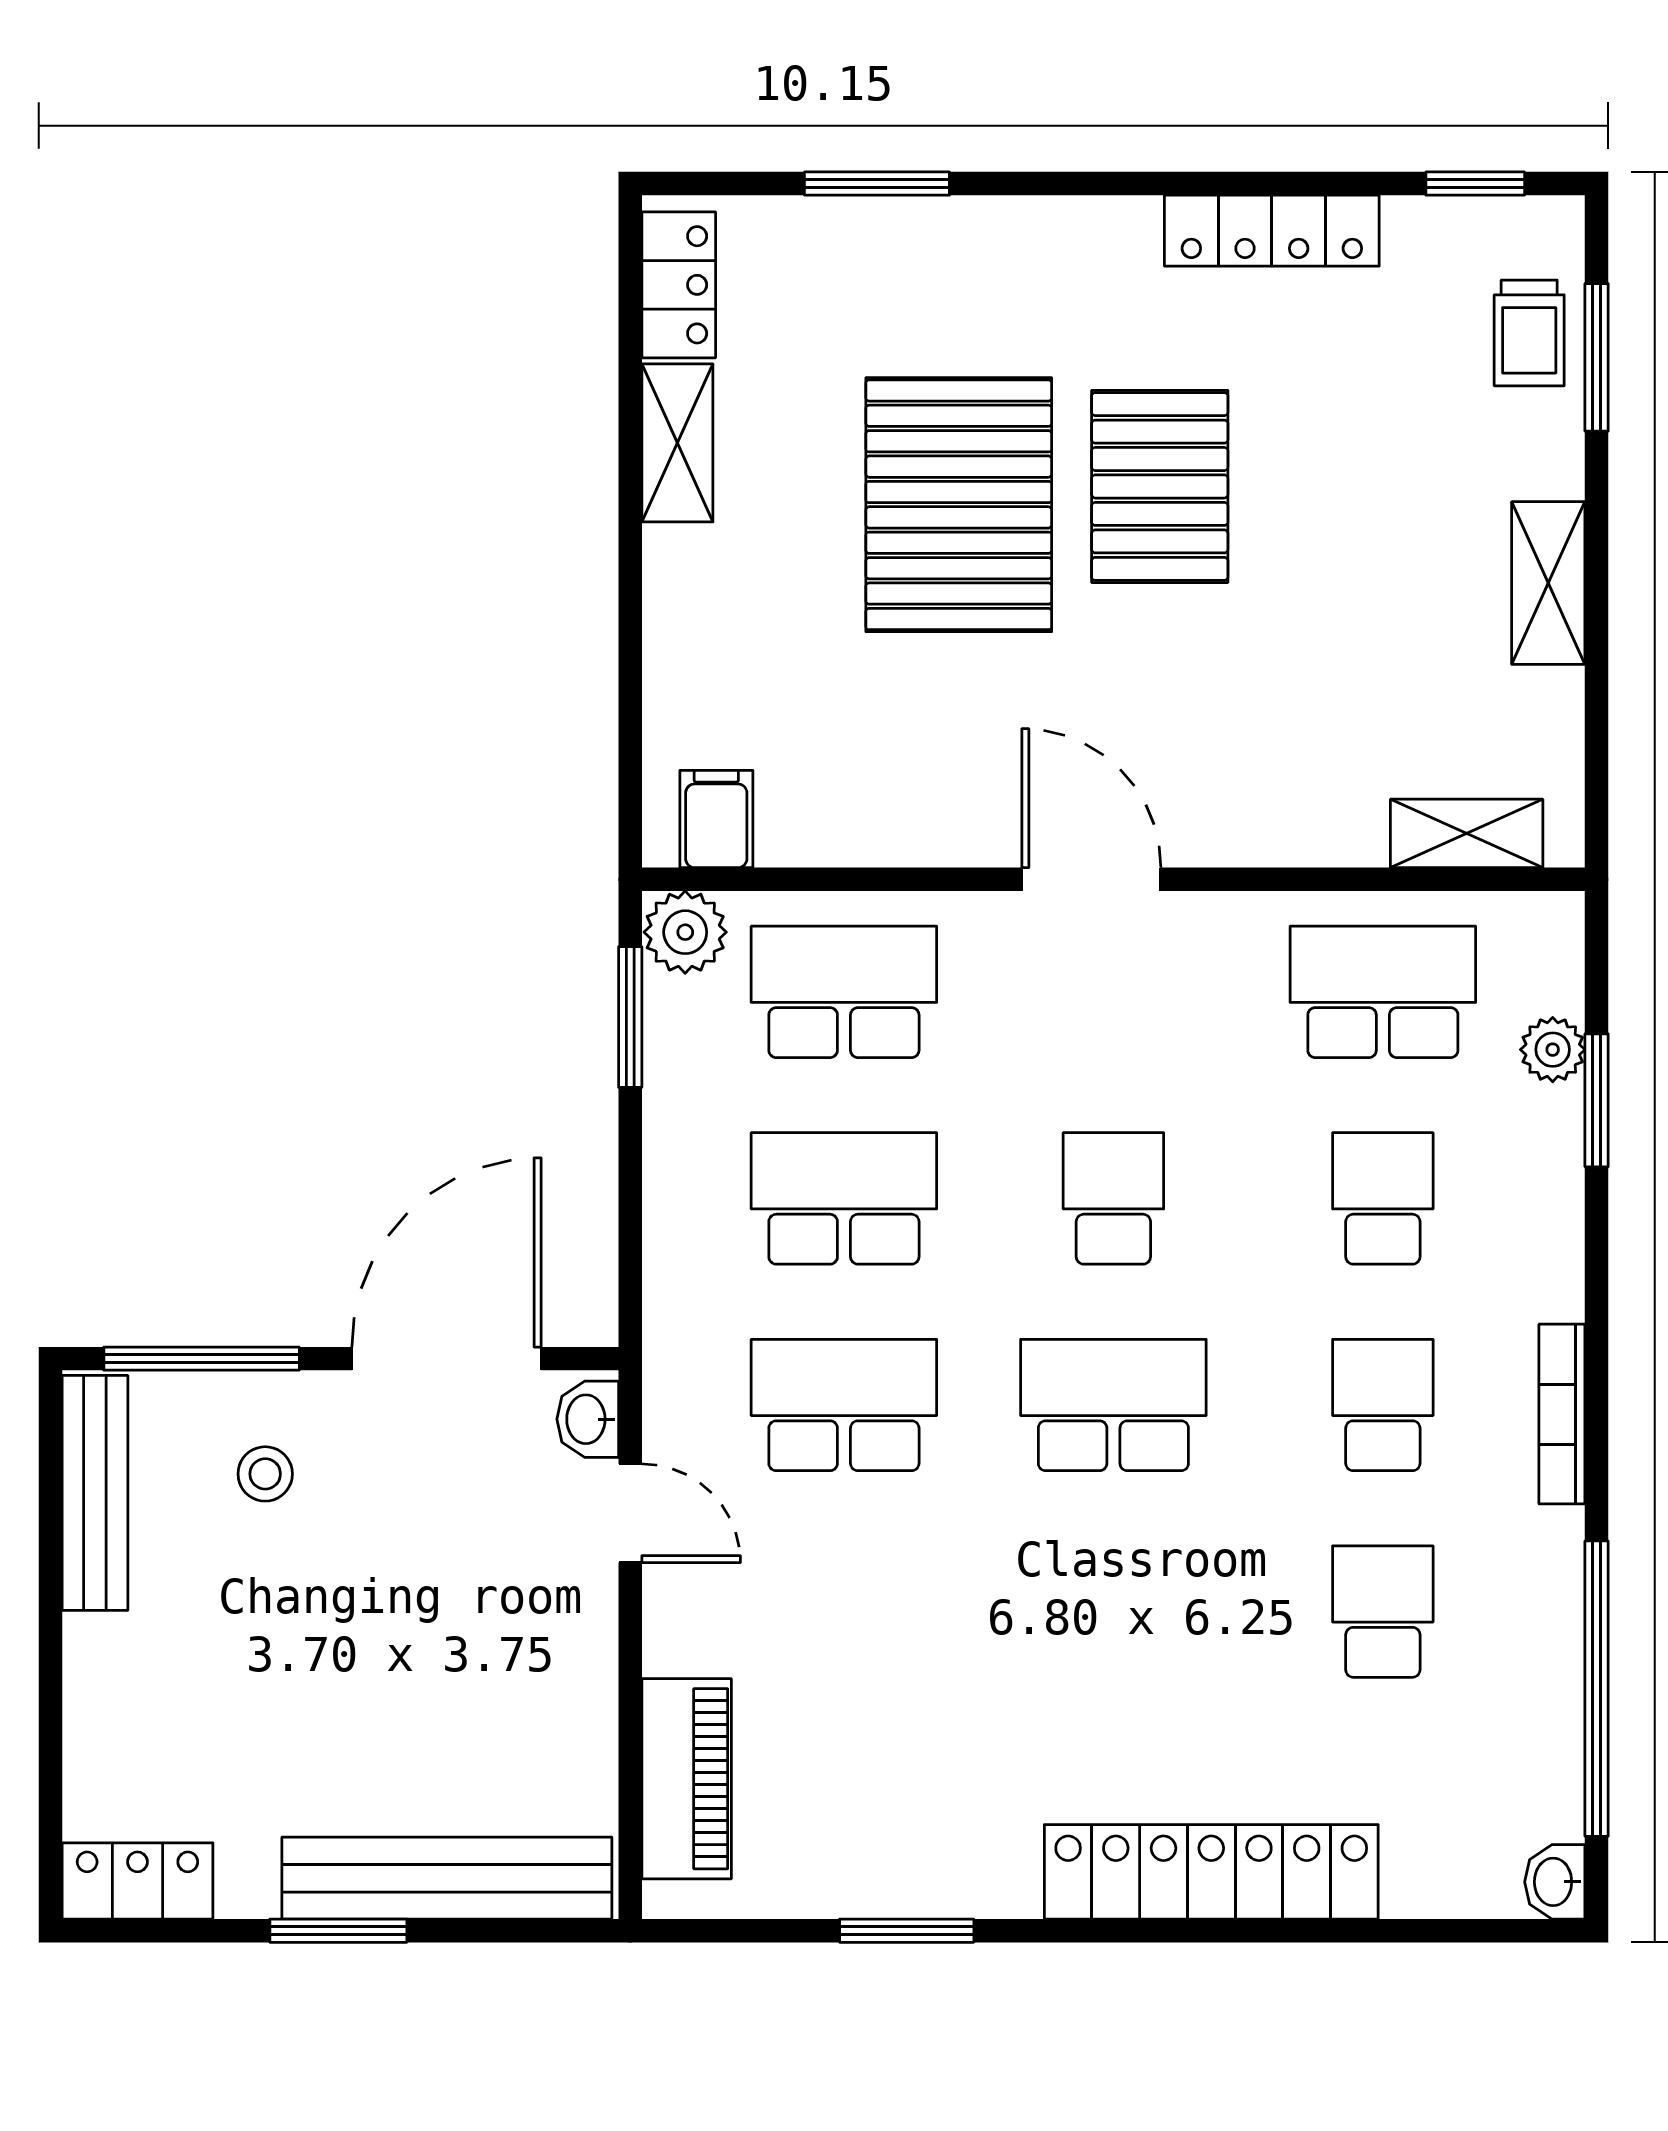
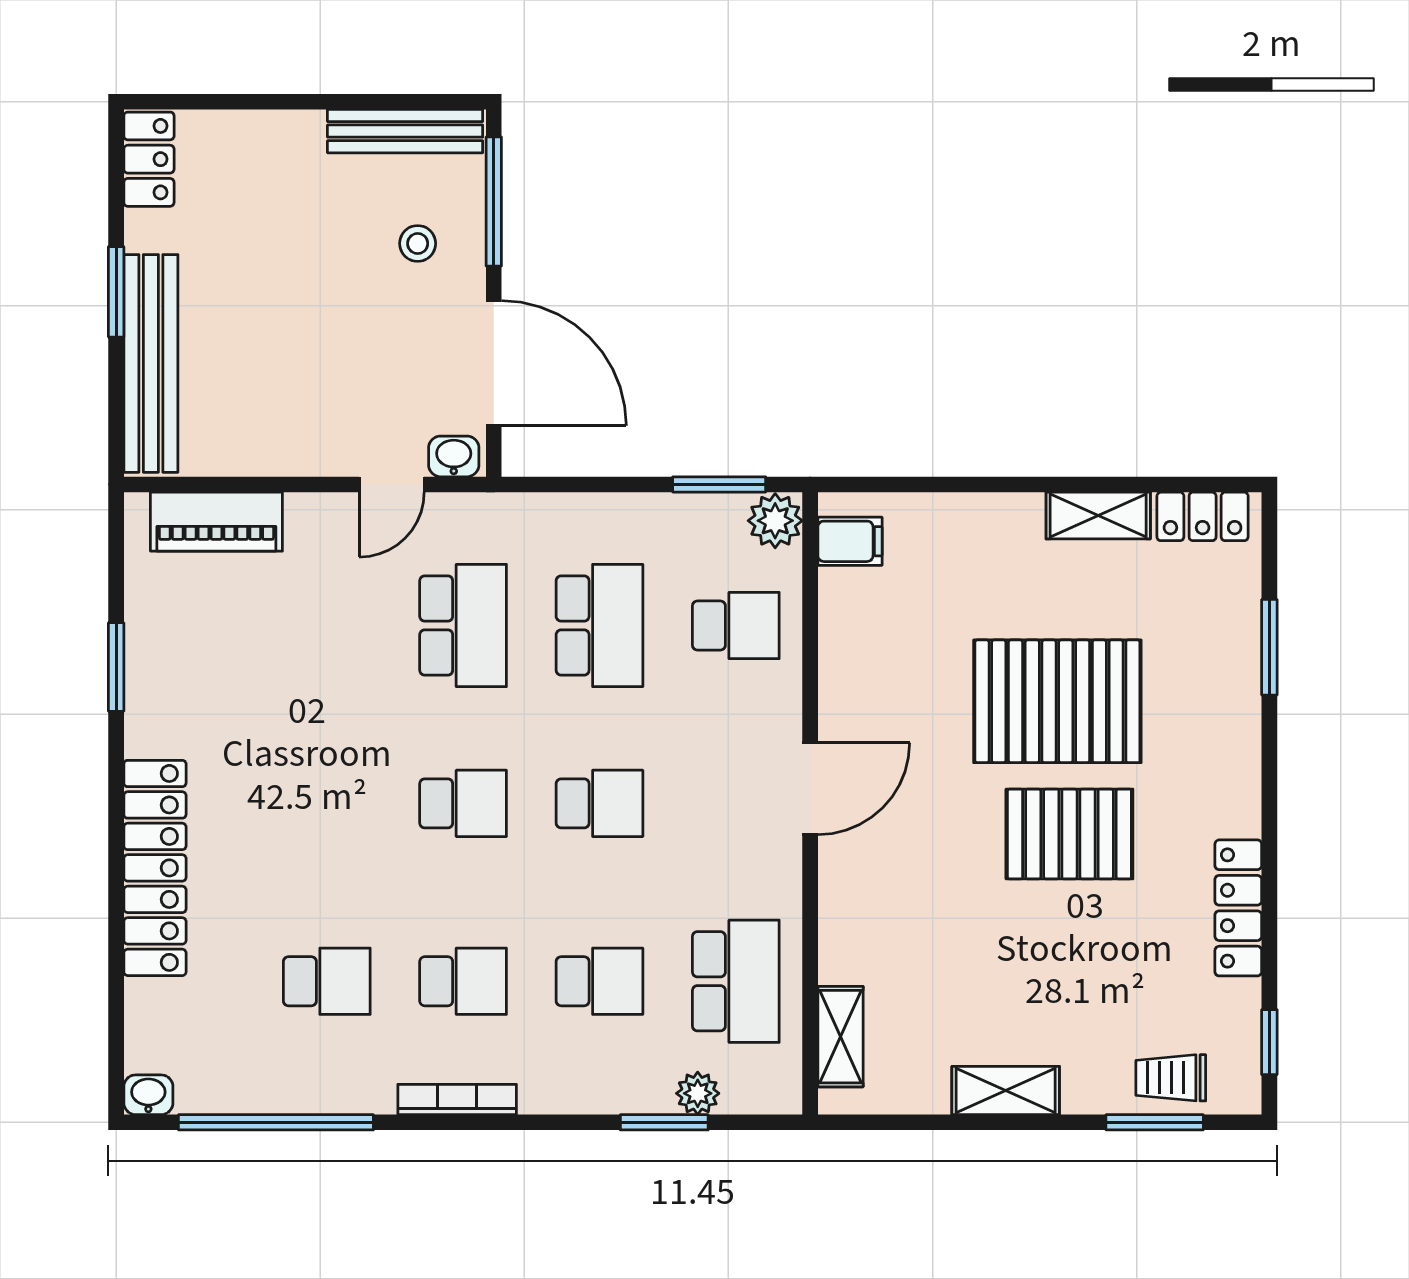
school desk: (844, 992) -> (736, 625), width x0.54
school desk: (1113, 1405) -> (463, 803), width x0.54

